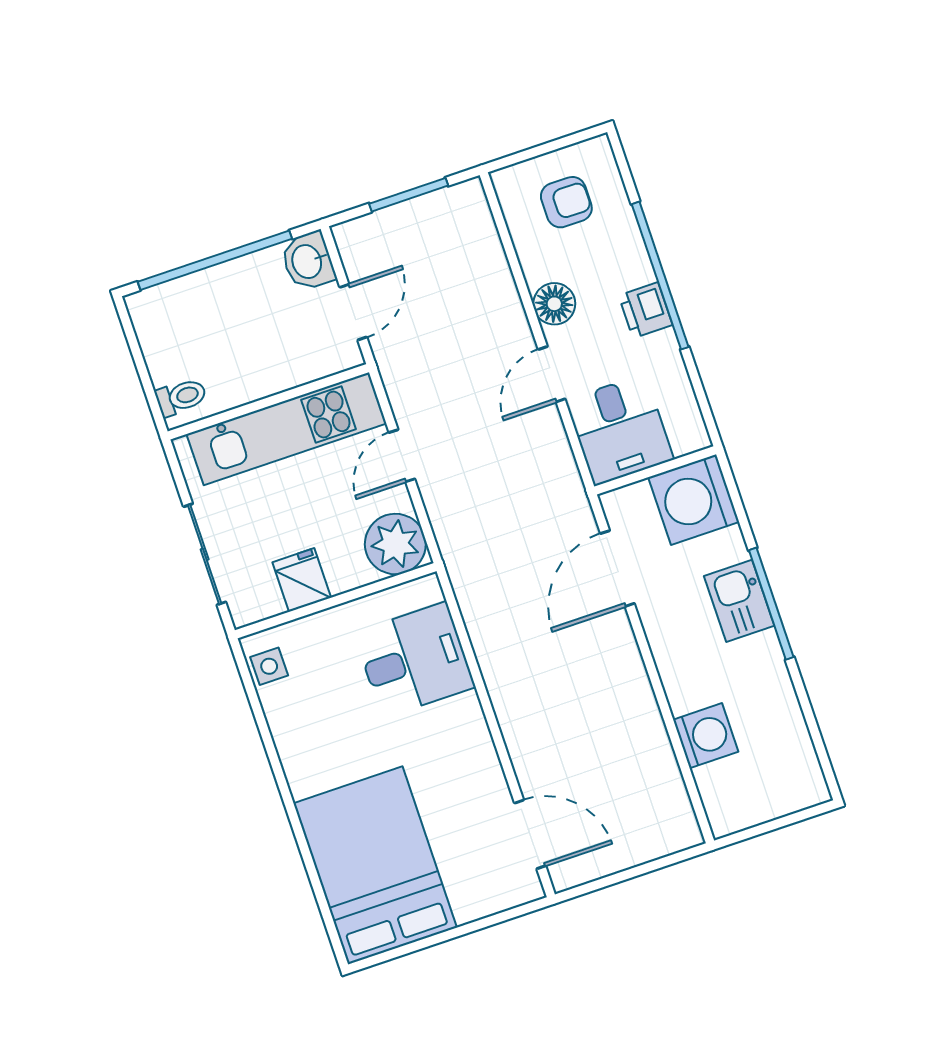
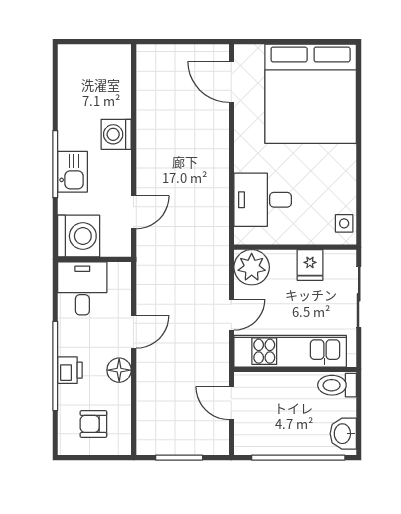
washbasin: (308, 261) -> (343, 434), moved, turned 180
printer: (645, 310) -> (70, 370), moved
door: (353, 312) -> (231, 403), hinge flipped
toilet: (181, 397) -> (337, 385), width x1.37, depth x1.39
desk: (620, 430) -> (82, 288), moved
door: (617, 569) -> (134, 212), width x0.73
washing machine: (706, 736) -> (116, 134), moved
bed: (375, 865) -> (311, 94), width x1.36

